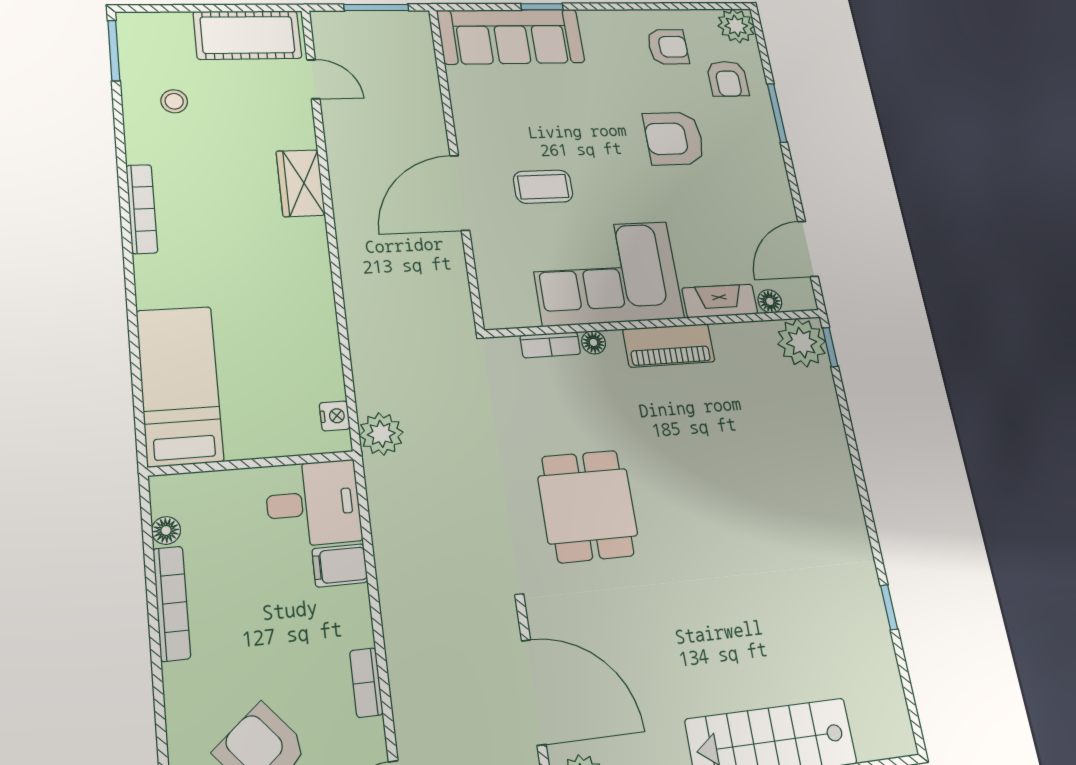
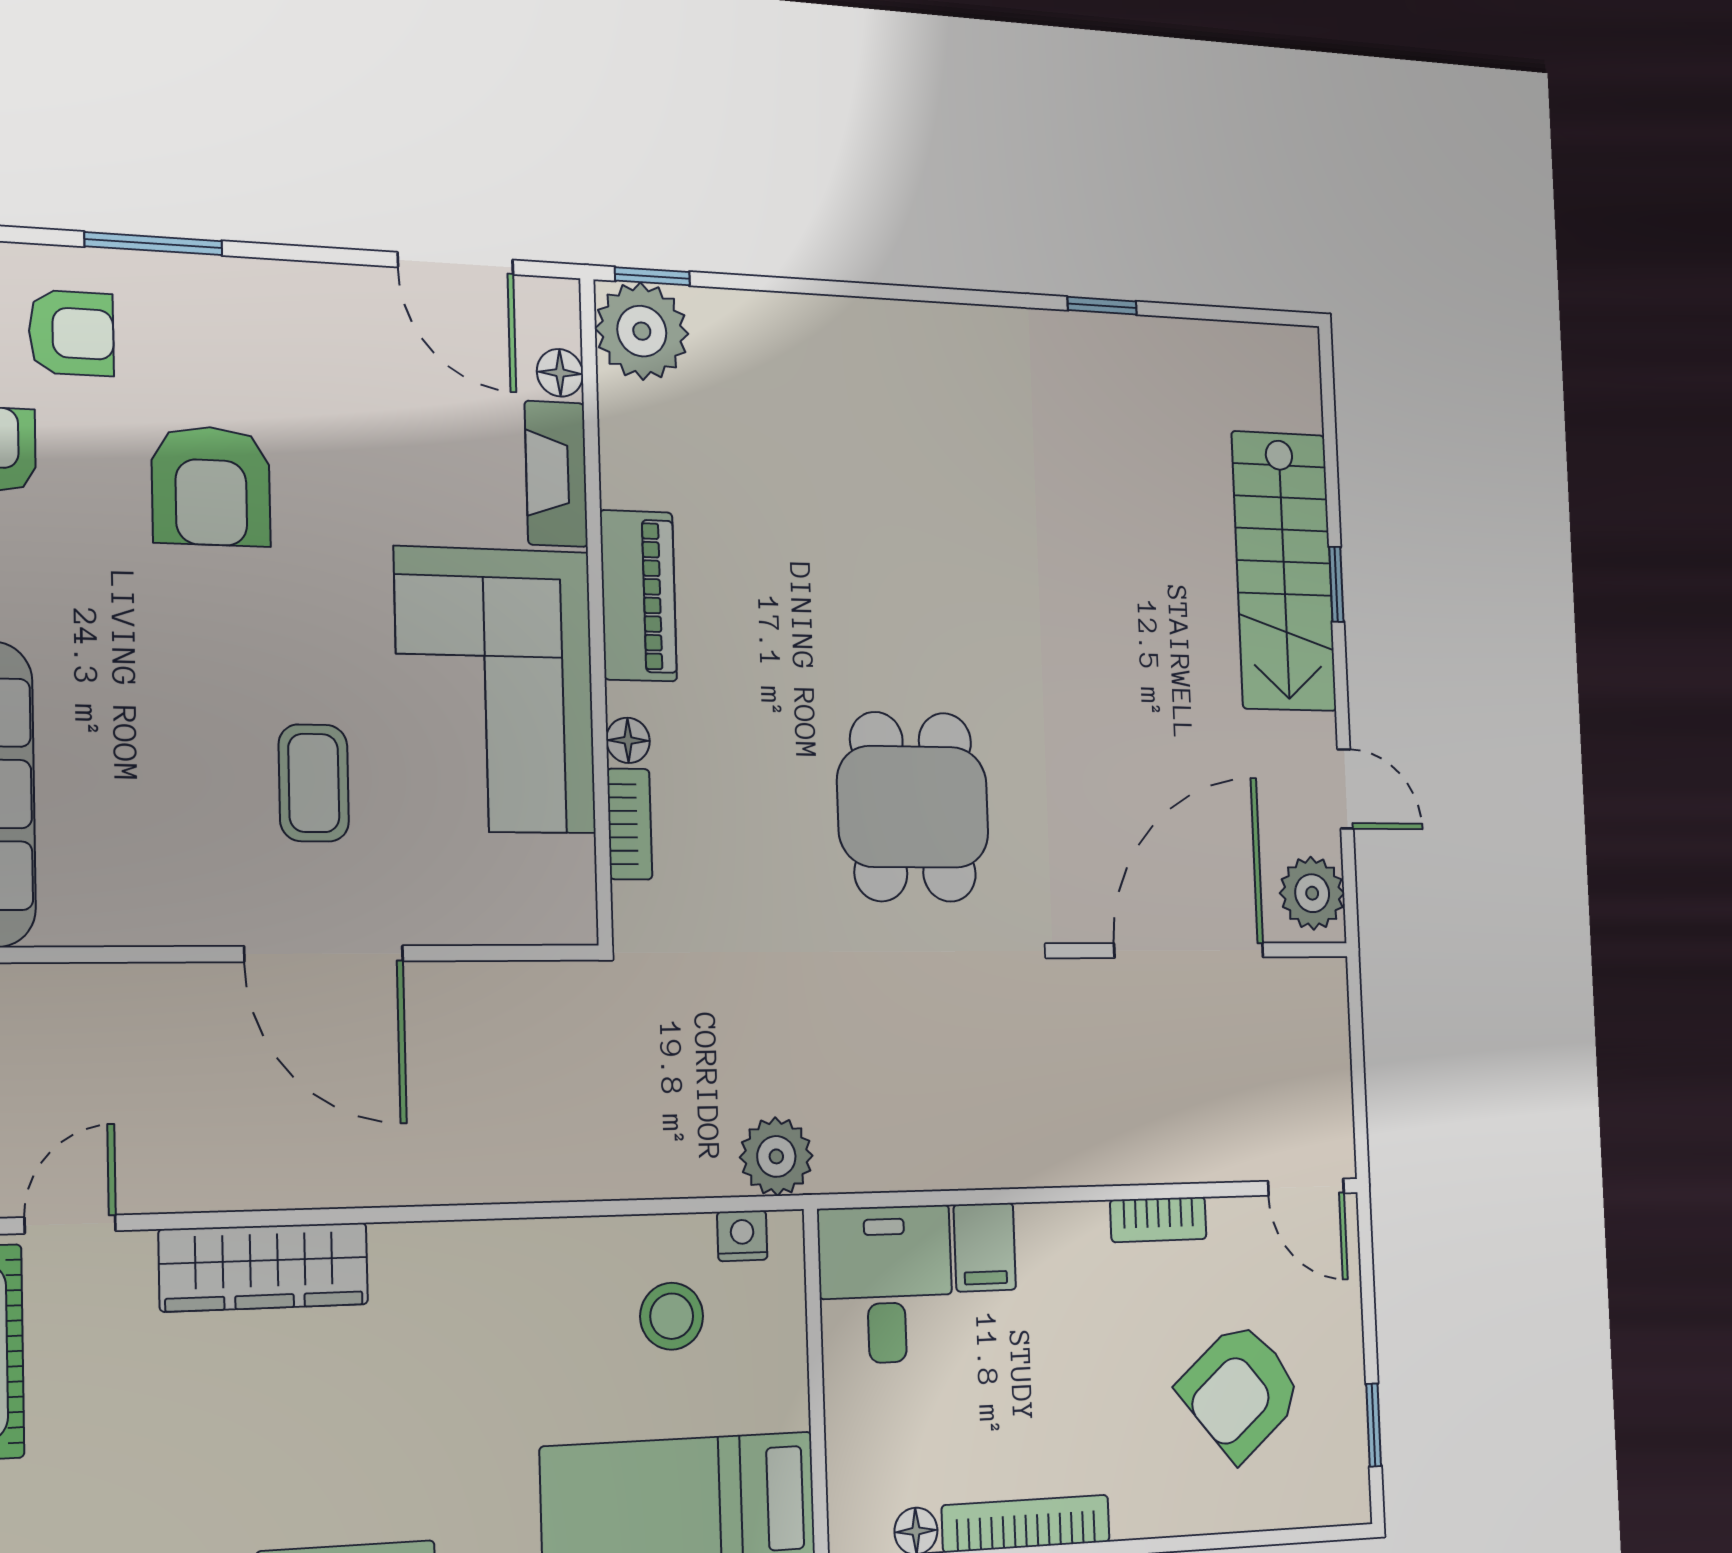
stool: (174, 101) -> (672, 1316), moved, width x1.37, depth x1.37
wardrobe: (301, 183) -> (264, 1267), width x1.50
dining table: (588, 506) -> (913, 807), turned 90

